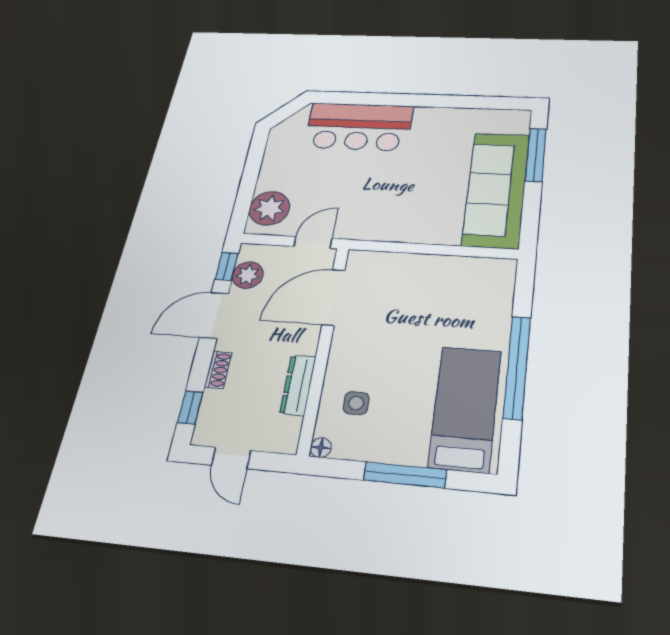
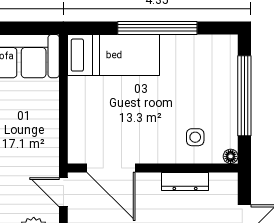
bed: (465, 408) -> (114, 55), moved, turned 180
window: (405, 475) -> (244, 96), width x1.46

